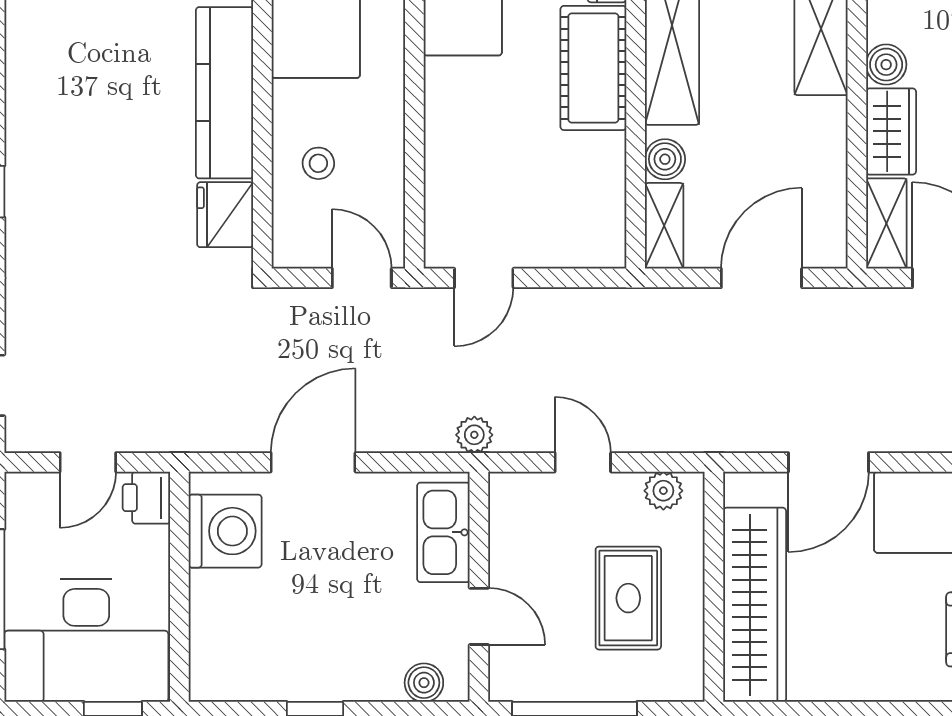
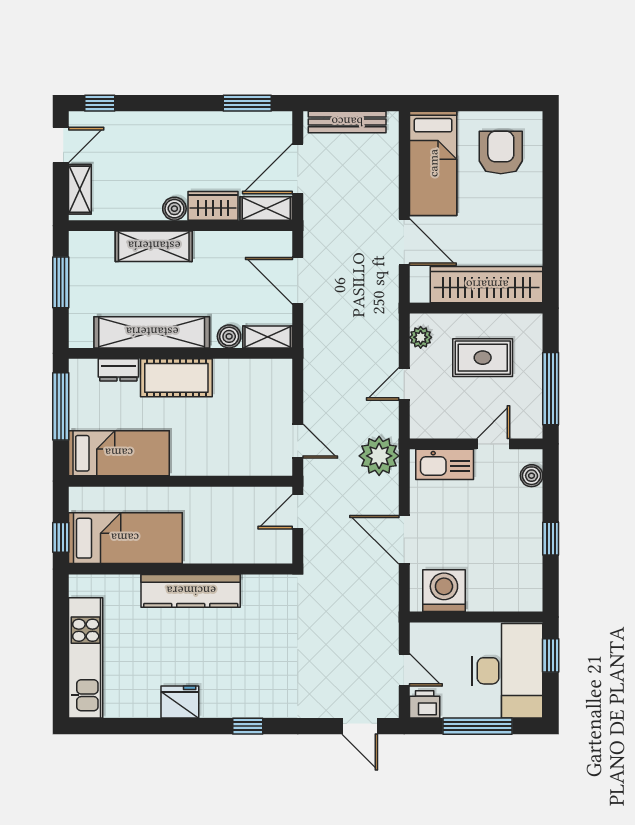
stool: (318, 163) -> (231, 537), removed
fridge: (225, 215) -> (180, 702), moved, turned 180
plant: (474, 435) -> (379, 456), width x1.87, depth x1.87
printer: (146, 498) -> (425, 704), moved, turned 180

